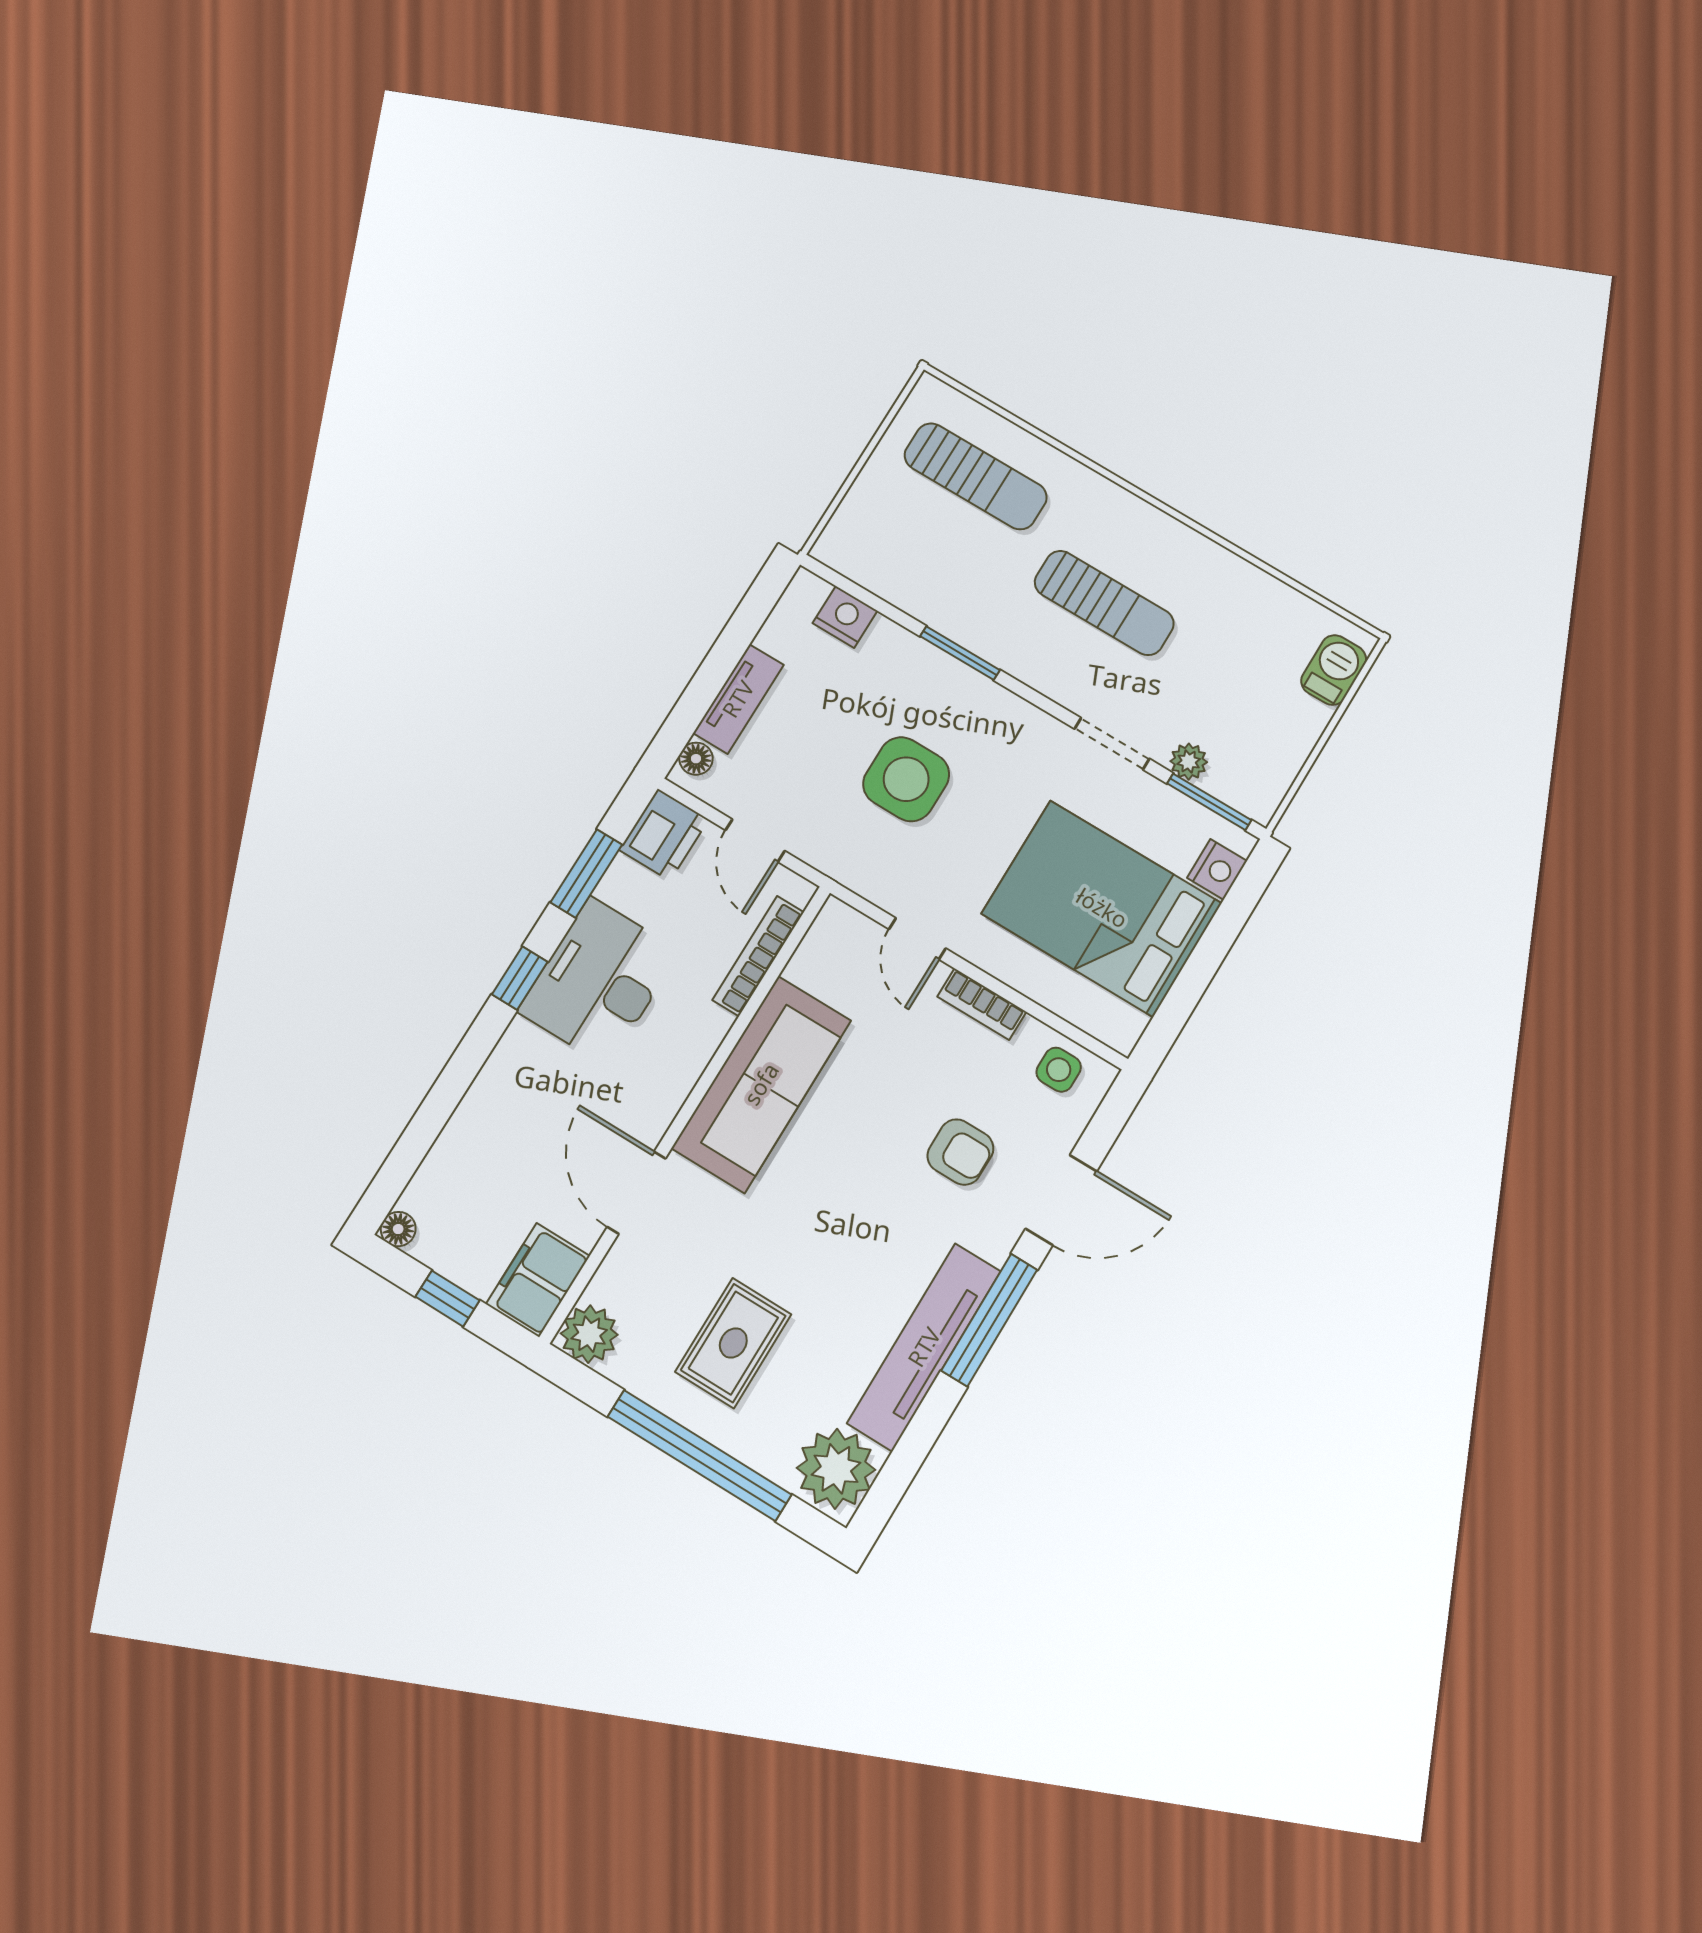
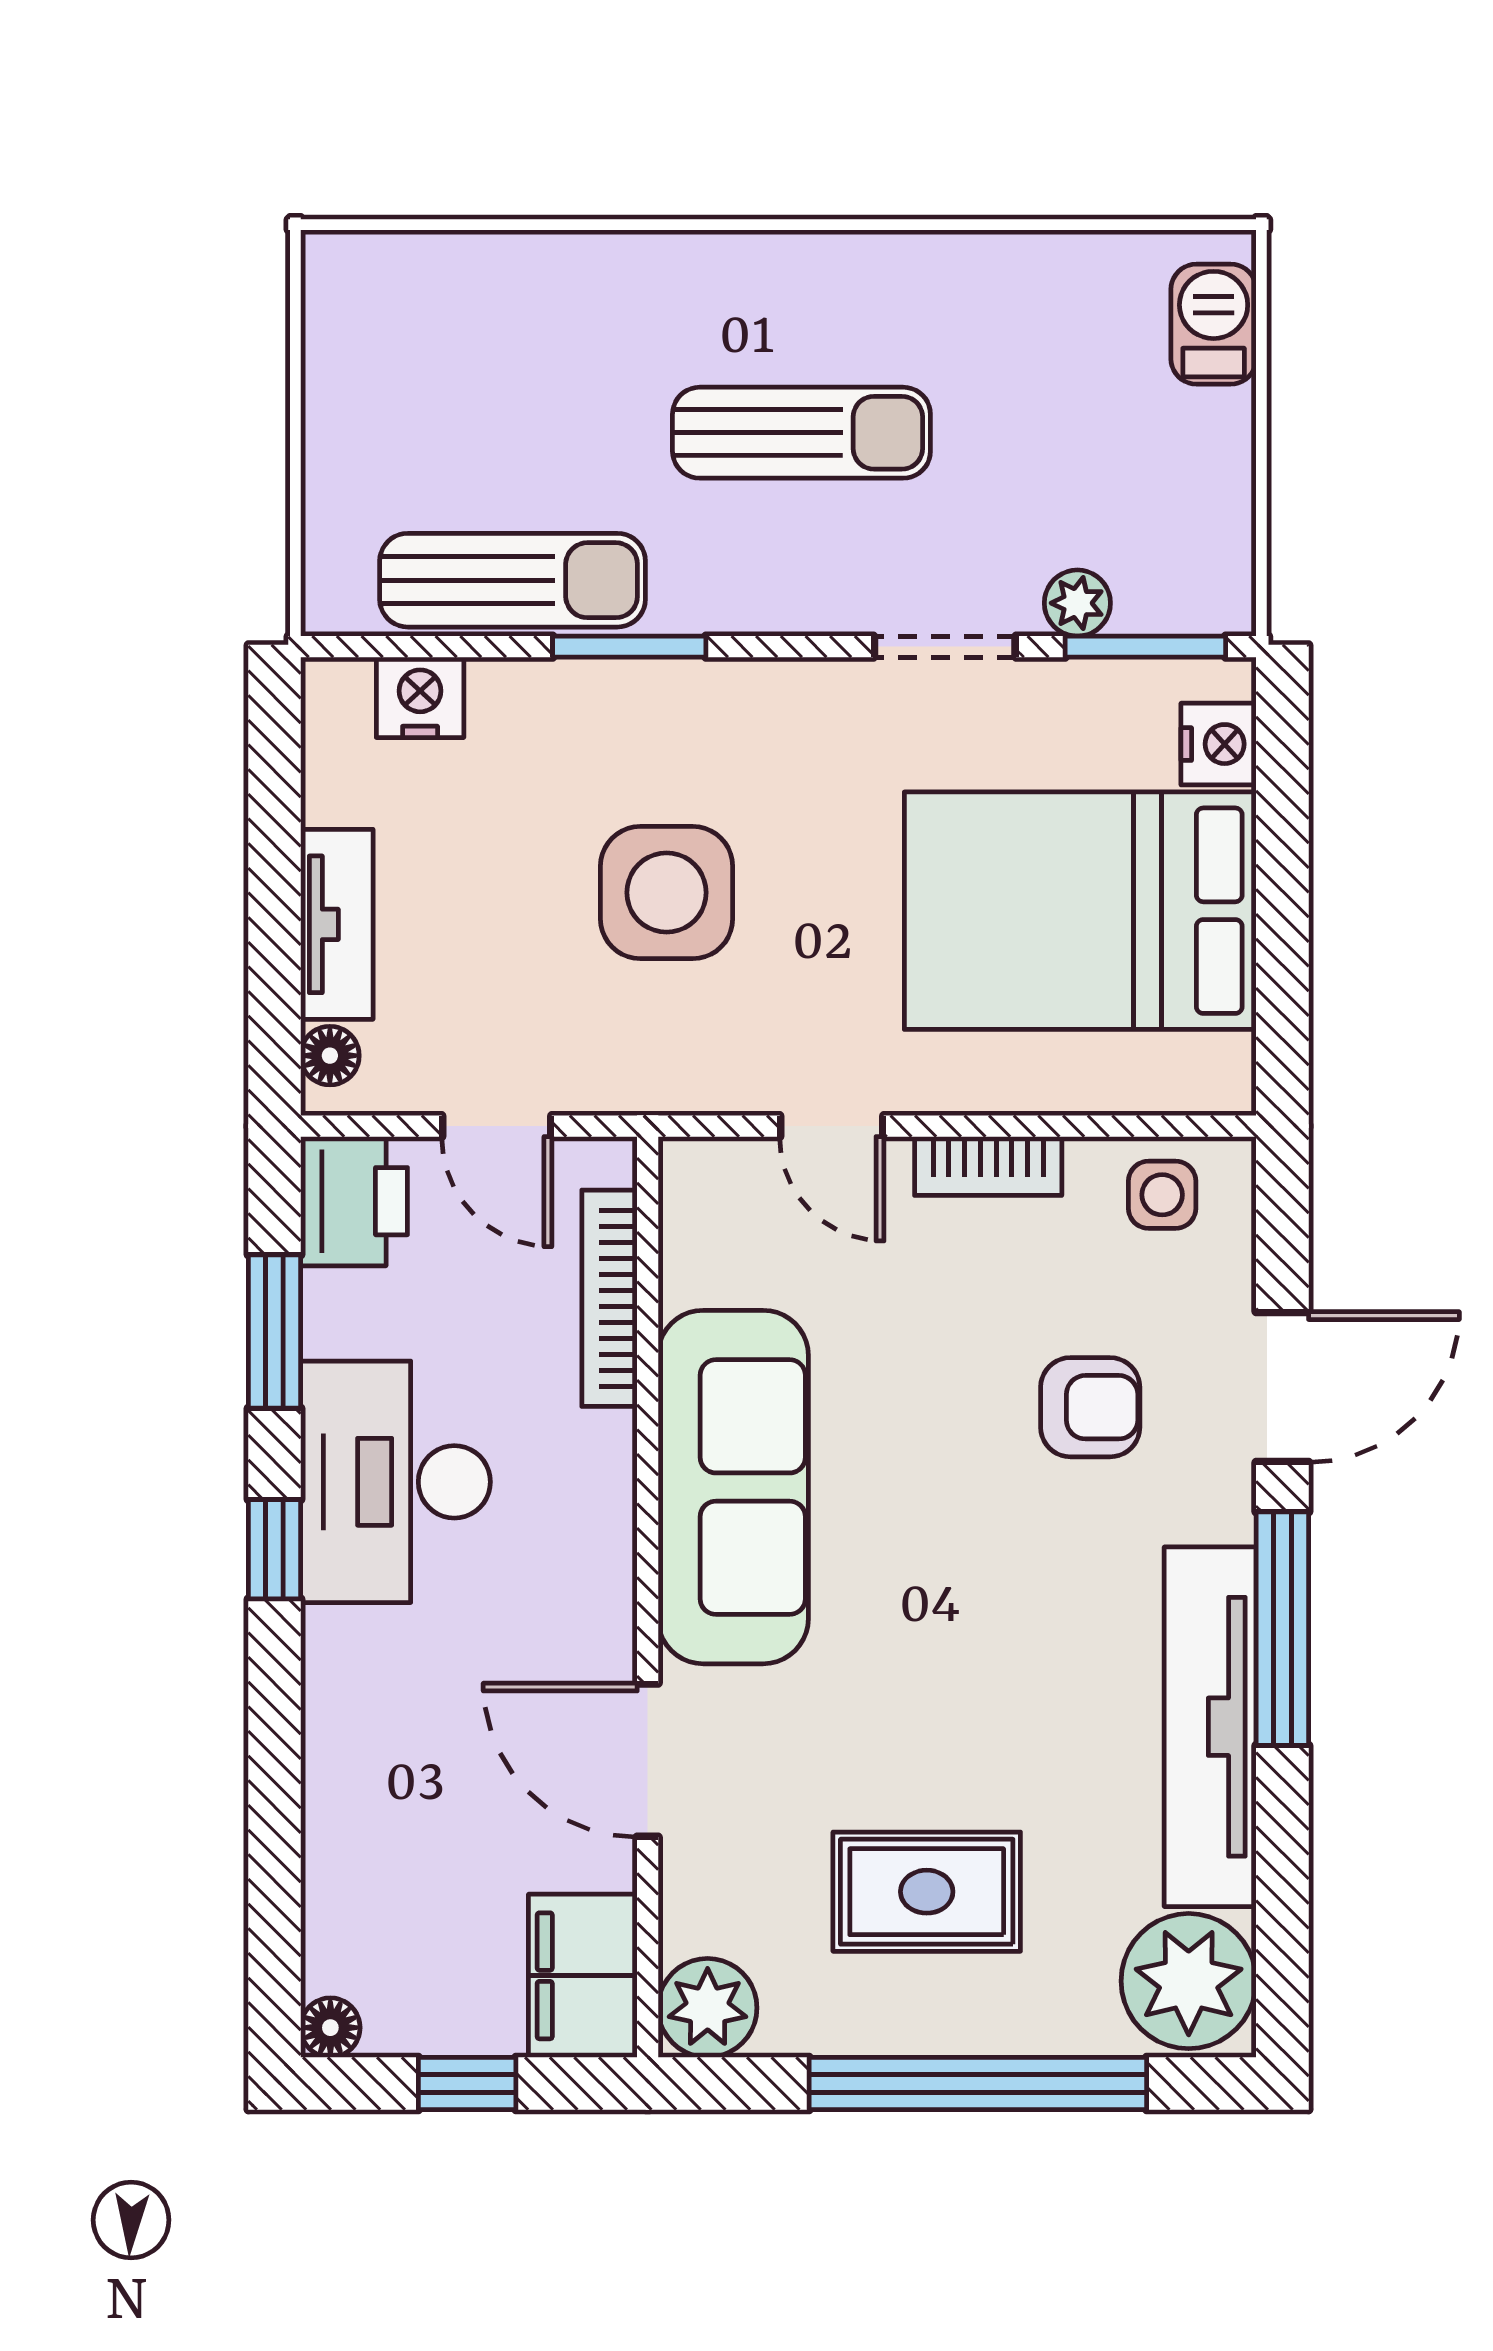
sun lounger: (976, 476) -> (513, 580), moved
rug: (733, 1343) -> (927, 1892), turned 90

